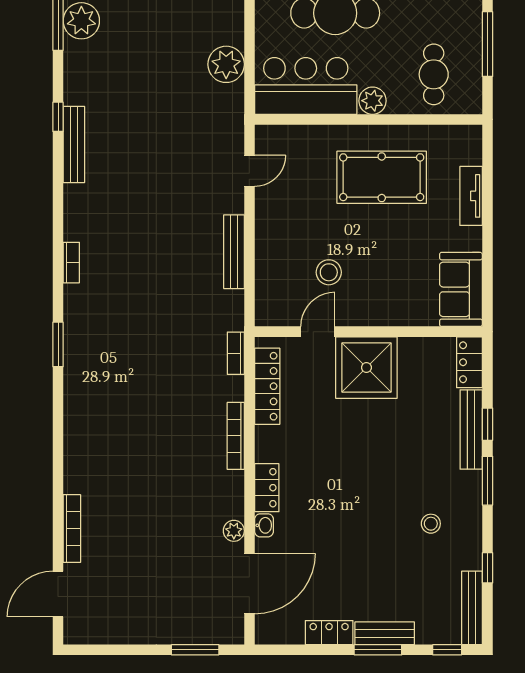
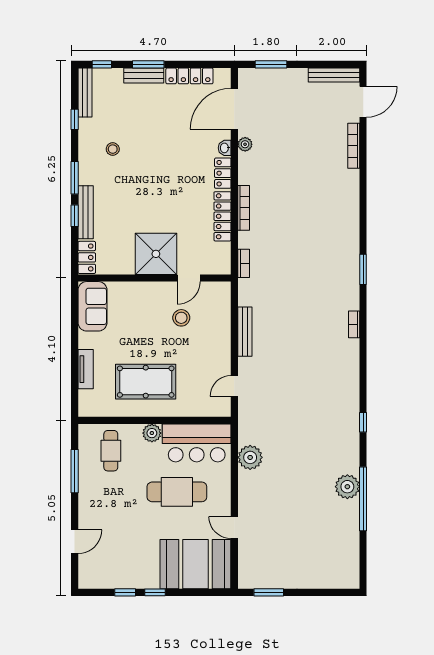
bench: (74, 144) -> (334, 75), moved, turned 90
locker: (267, 386) -> (223, 216), moved
locker: (329, 633) -> (189, 76), width x1.53

